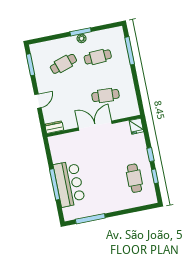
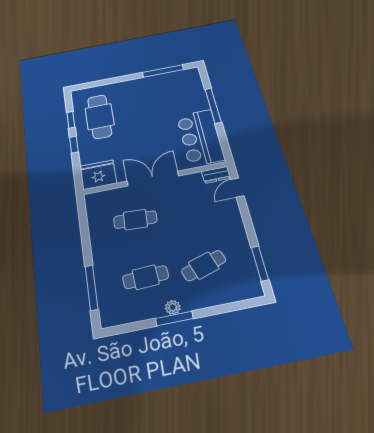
door: (38, 101) -> (237, 188), moved
double door: (95, 126) -> (153, 178), swing flipped
fridge: (136, 126) -> (98, 175), width x1.88, depth x1.34
cafe table: (134, 178) -> (100, 117), width x1.37, depth x1.35
bar counter: (69, 184) -> (200, 137), moved

